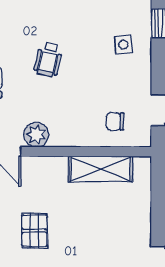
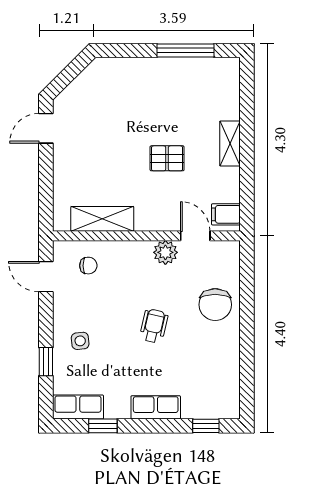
pallet: (34, 231) -> (167, 158), turned 90

